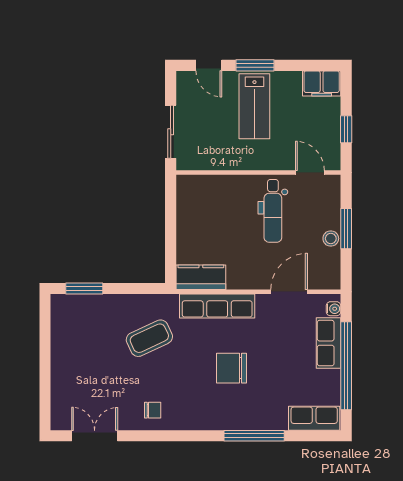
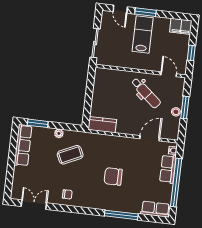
lab bench: (254, 106) -> (143, 34), turned 180
dental chair: (273, 211) -> (146, 93), turned -50
plant: (125, 302) -> (59, 133), added
row of seats: (217, 306) -> (23, 145), moved, turned -90

